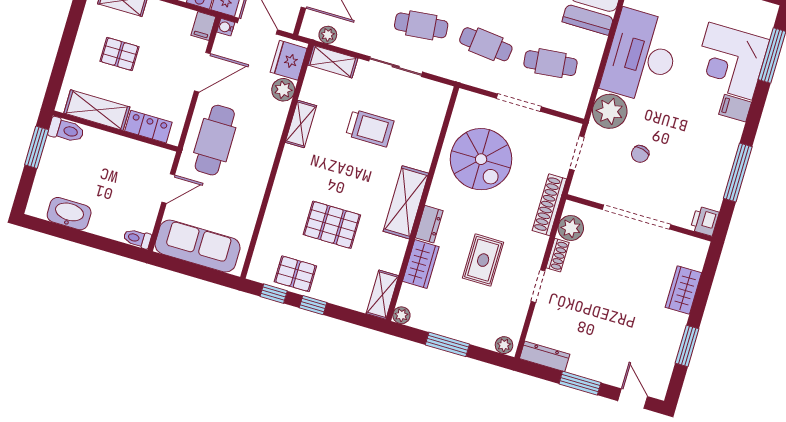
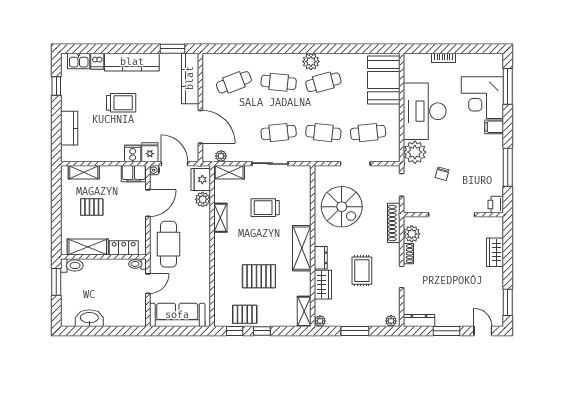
filing cabinet: (203, 26) -> (134, 174), width x2.00
trolley: (370, 128) -> (265, 208), turned 180
toilet: (137, 238) -> (137, 264), moved
window: (687, 346) -> (508, 302), moved

